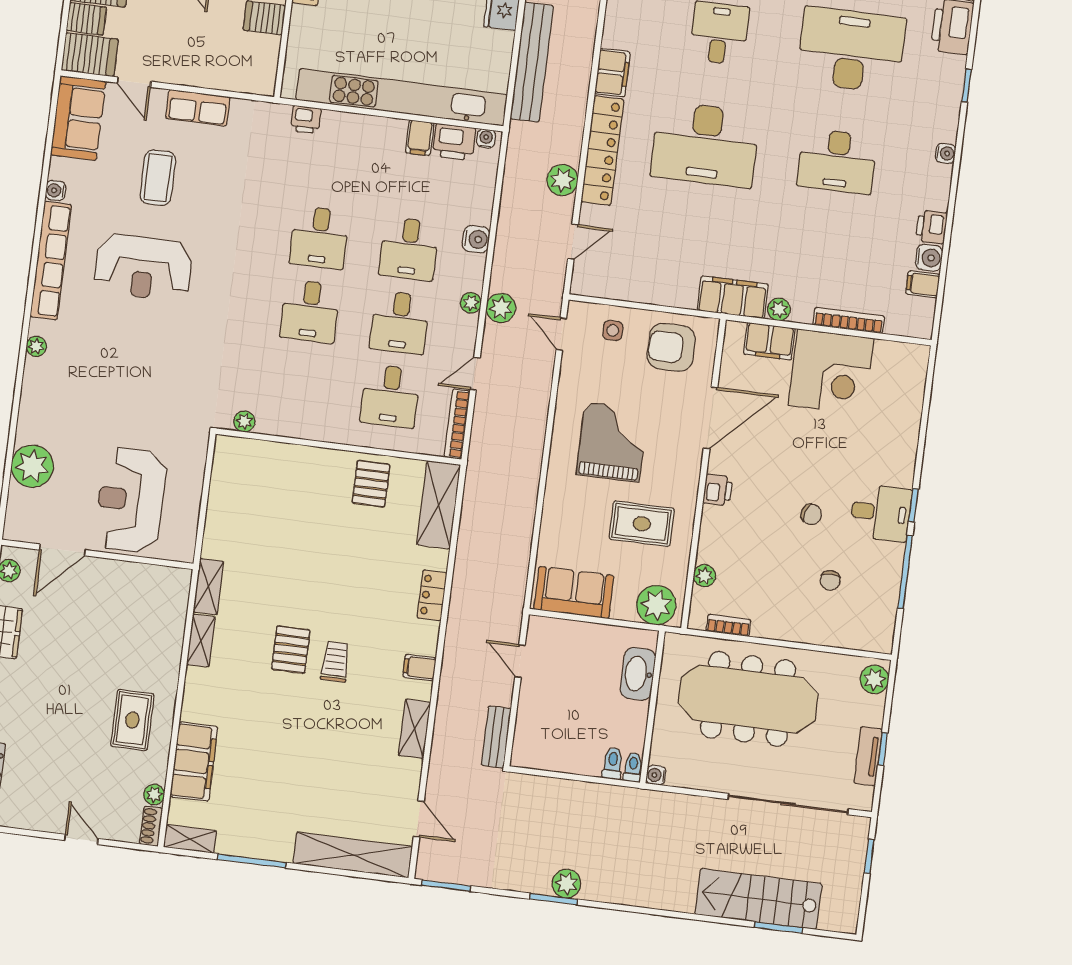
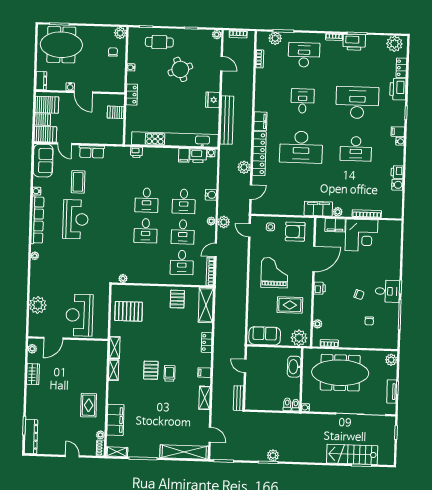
reception desk: (143, 267) -> (76, 219), turned -90
filing cabinet: (923, 284) -> (398, 132), moved
pallet: (250, 502) -> (129, 311), added

